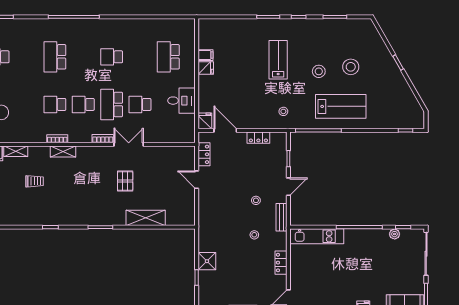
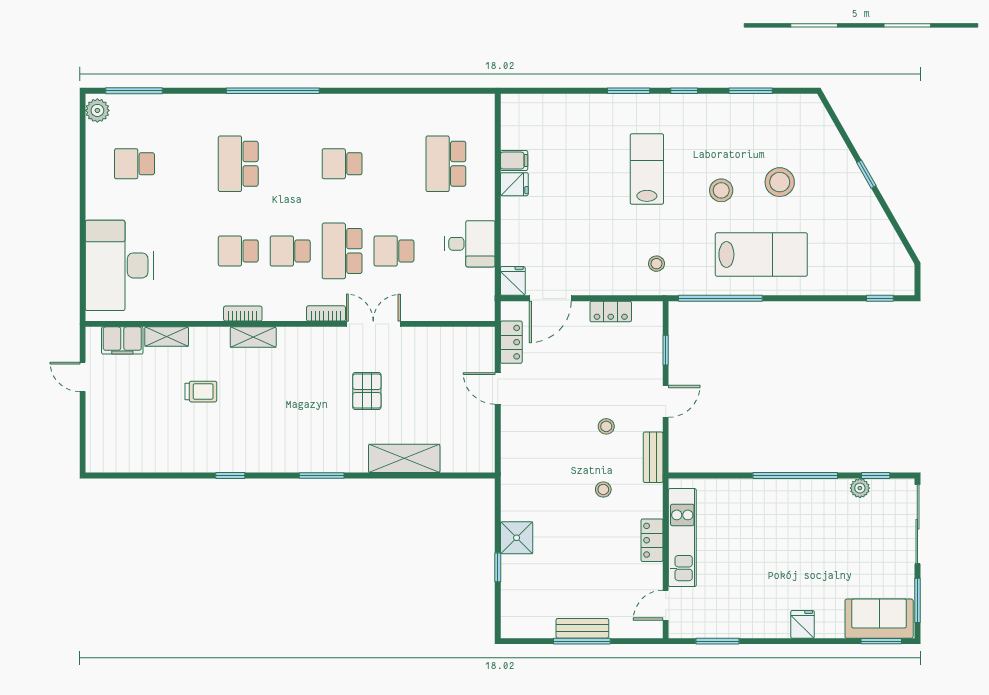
door: (225, 130) -> (550, 298), swing flipped
kitchen unit: (317, 236) -> (682, 538), moved, turned -90

